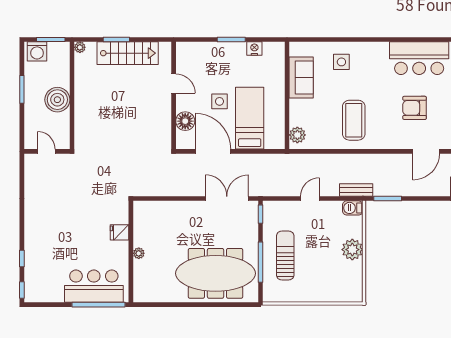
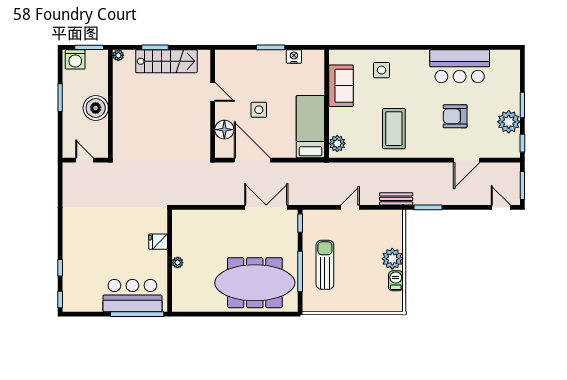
bed: (250, 118) -> (310, 127), moved
barbecue: (353, 208) -> (396, 281), moved, turned 90

